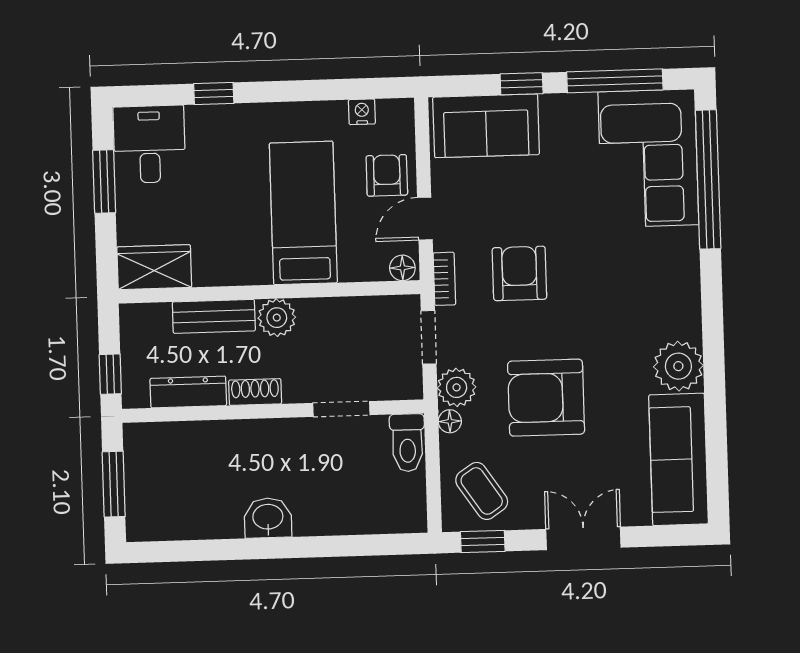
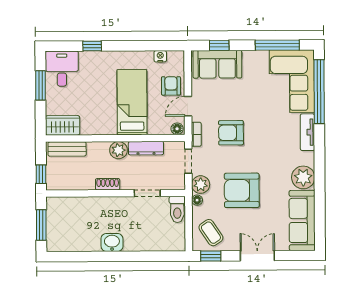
window: (522, 84) -> (219, 45), moved
tv unit: (685, 268) -> (307, 132), added
armchair: (519, 273) -> (231, 133), turned -90
bench: (214, 316) -> (67, 149), moved
dresser: (188, 392) -> (146, 148), moved, turned 180

